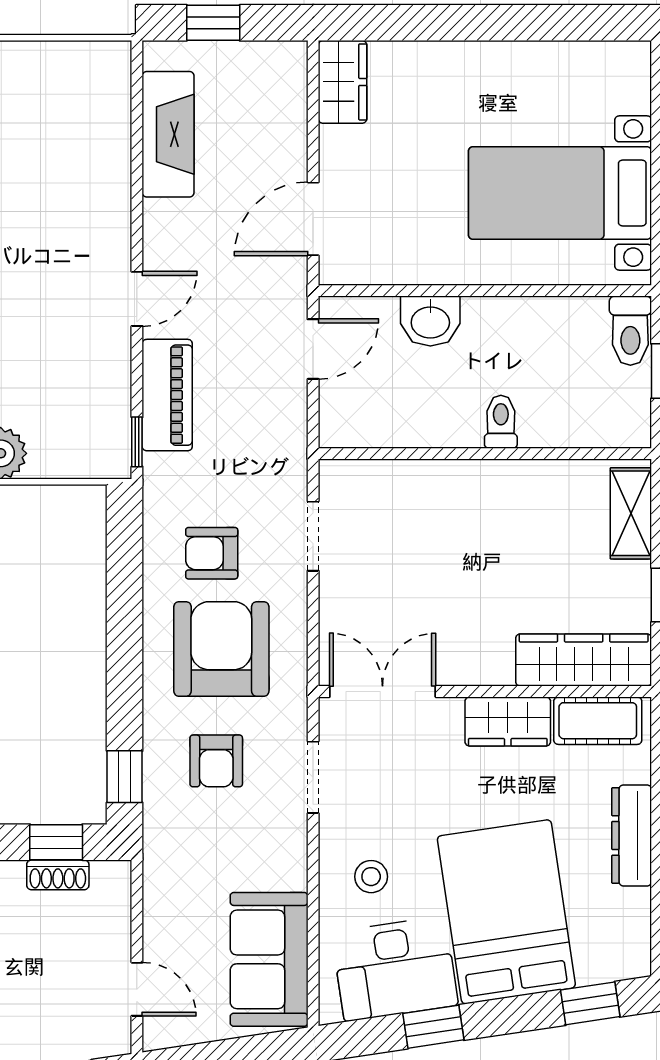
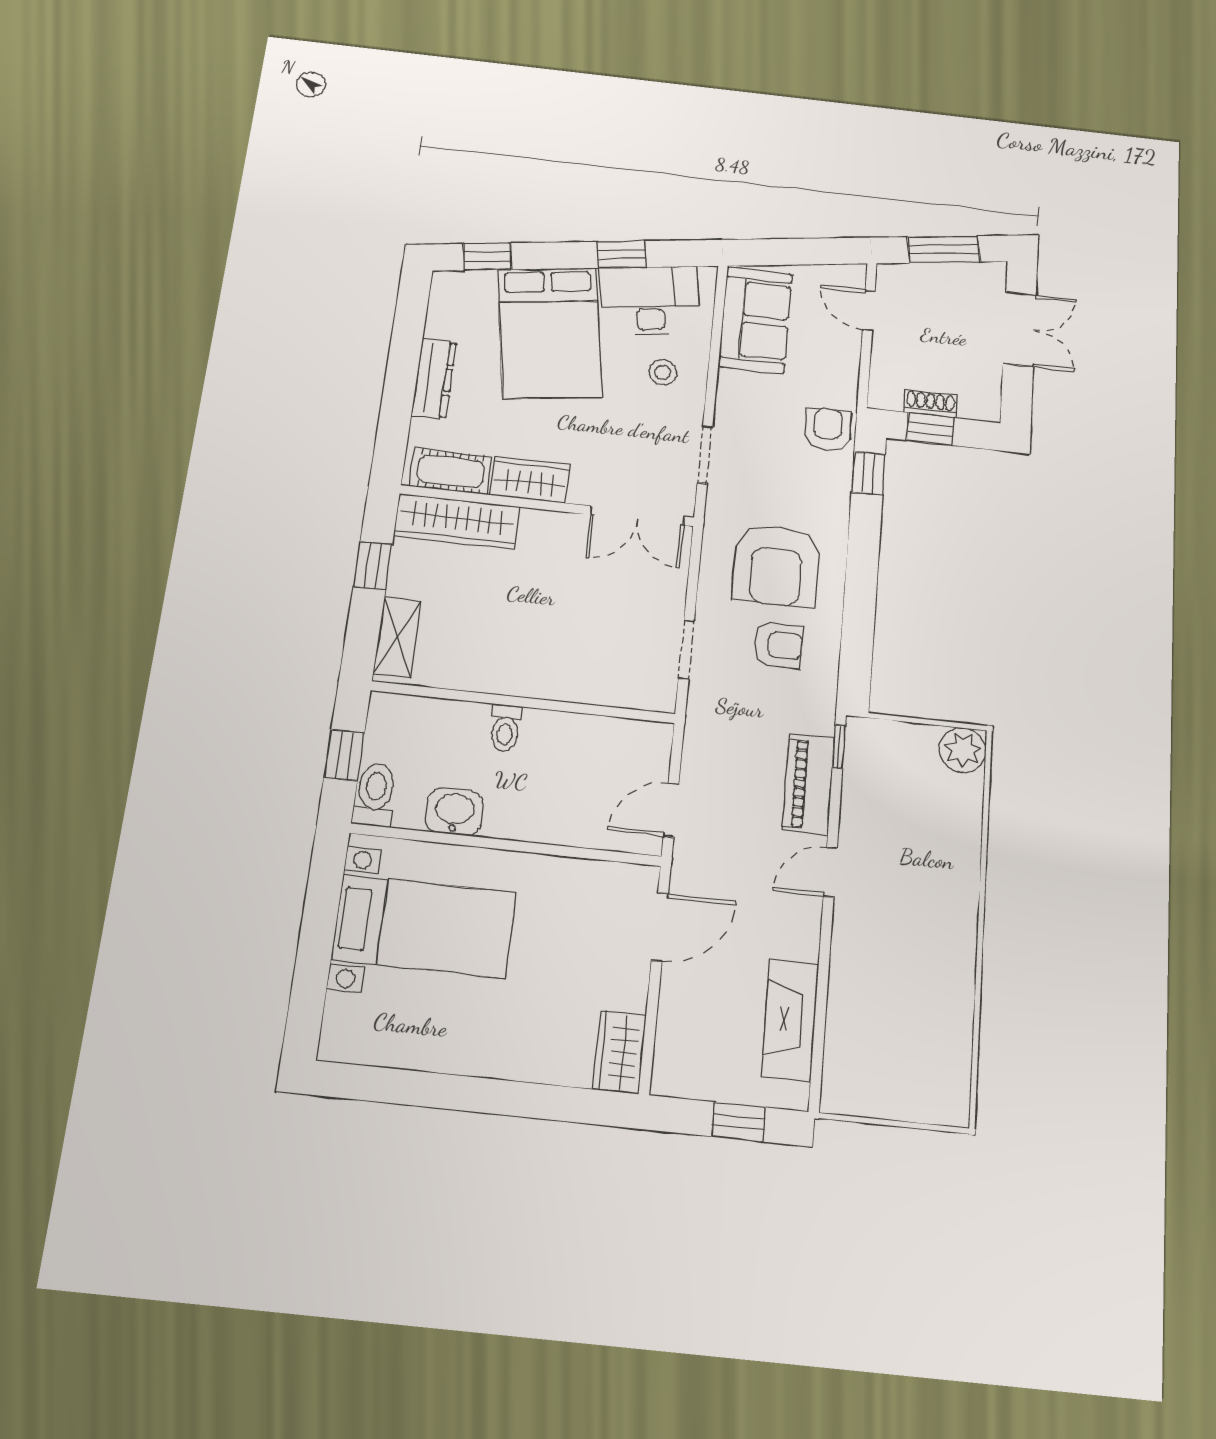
washbasin: (430, 321) -> (454, 812), moved
armchair: (216, 761) -> (828, 429), moved

